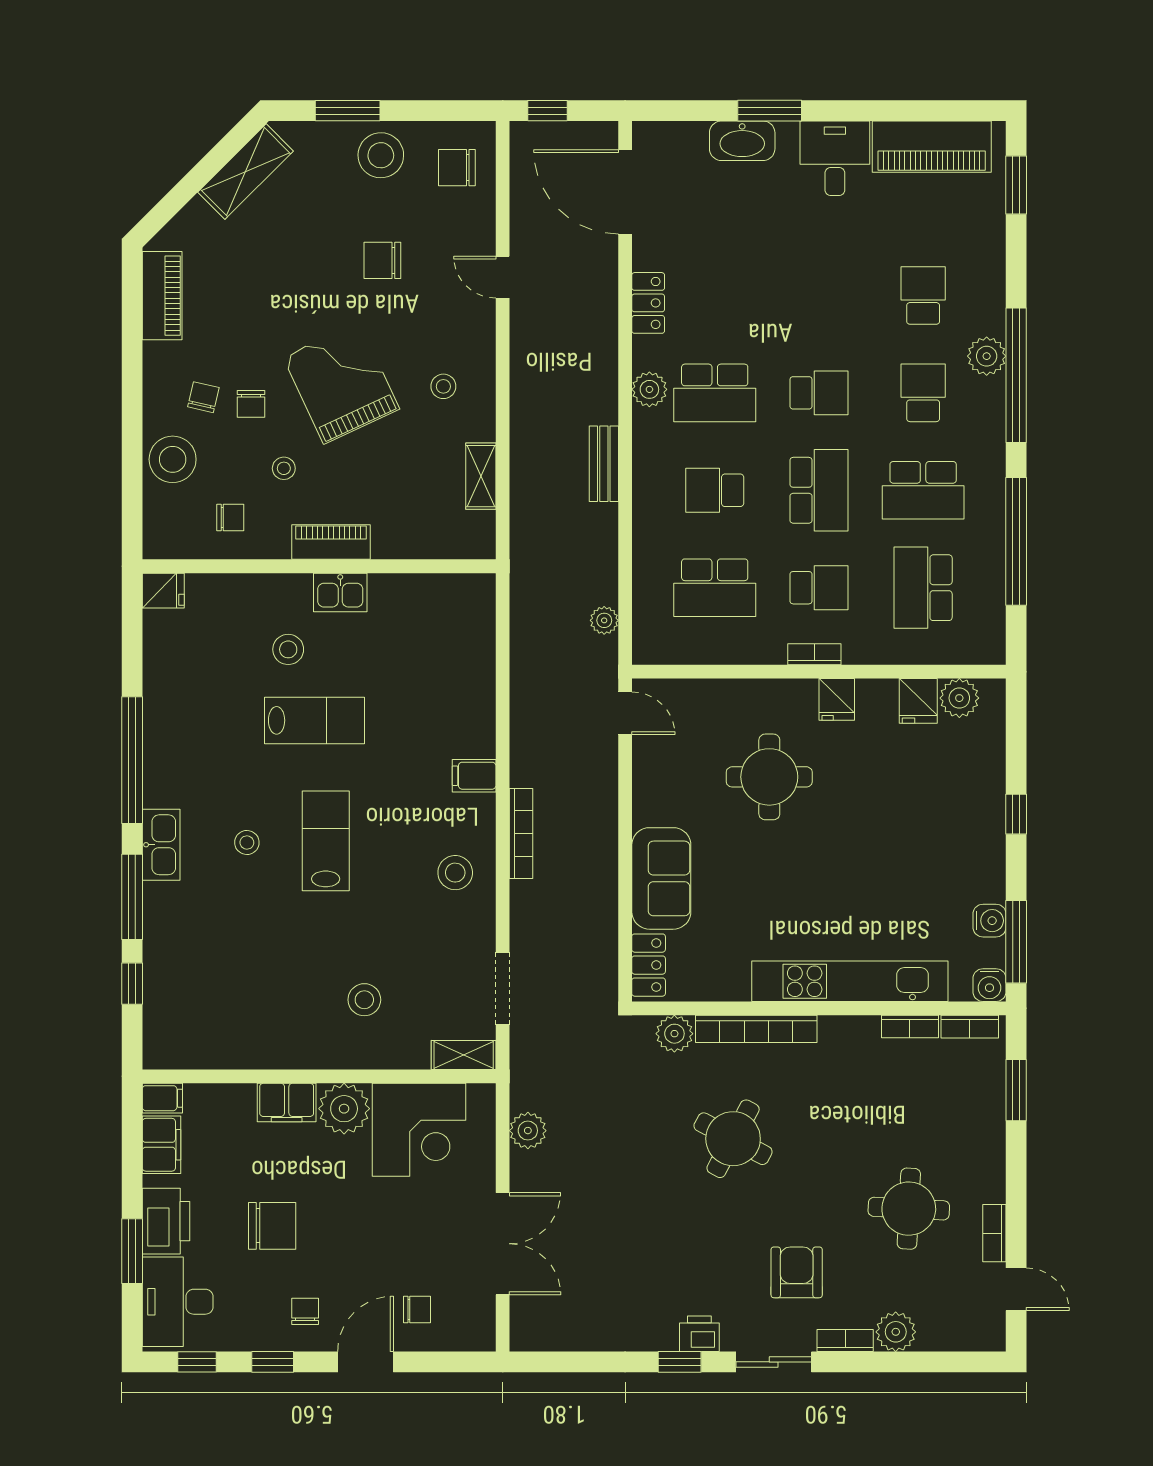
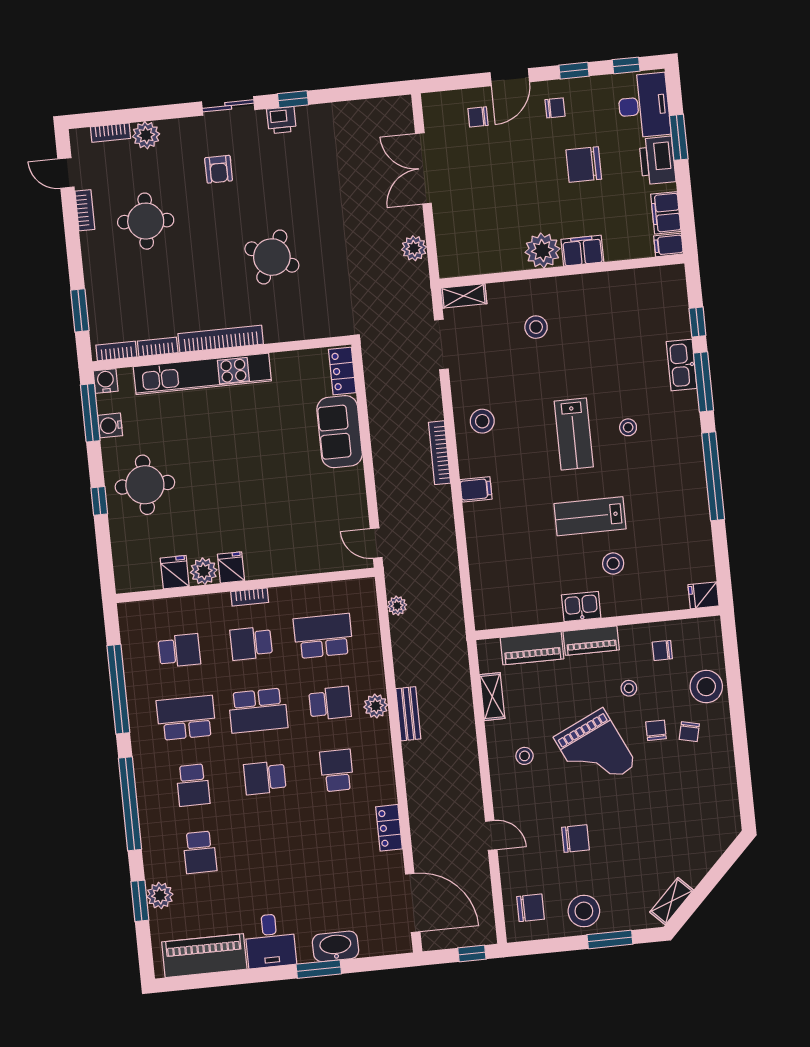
shelving: (245, 172) -> (672, 901), width x0.67, depth x0.75
window: (1016, 185) -> (140, 901), moved
piano: (162, 296) -> (532, 648), moved, turned -90
plant: (987, 356) -> (160, 896), moved
plant: (649, 389) -> (376, 706), moved
school desk: (715, 393) -> (337, 770), width x0.54
school desk: (819, 490) -> (258, 711), turned -90
school desk: (923, 588) -> (179, 651), width x0.54
plant: (959, 698) -> (204, 571), moved
round table: (769, 777) -> (145, 485), moved
kitchen sink: (161, 845) -> (682, 365), moved
bookcase: (756, 1029) -> (221, 339), moved
plant: (674, 1034) -> (320, 325), removed
corner desk: (419, 1130) -> (489, 241), removed
armchair: (797, 1272) -> (219, 169), width x0.72, depth x0.72
chair: (305, 1311) -> (555, 108), turned -90
bookcase: (845, 1341) -> (110, 133), moved

